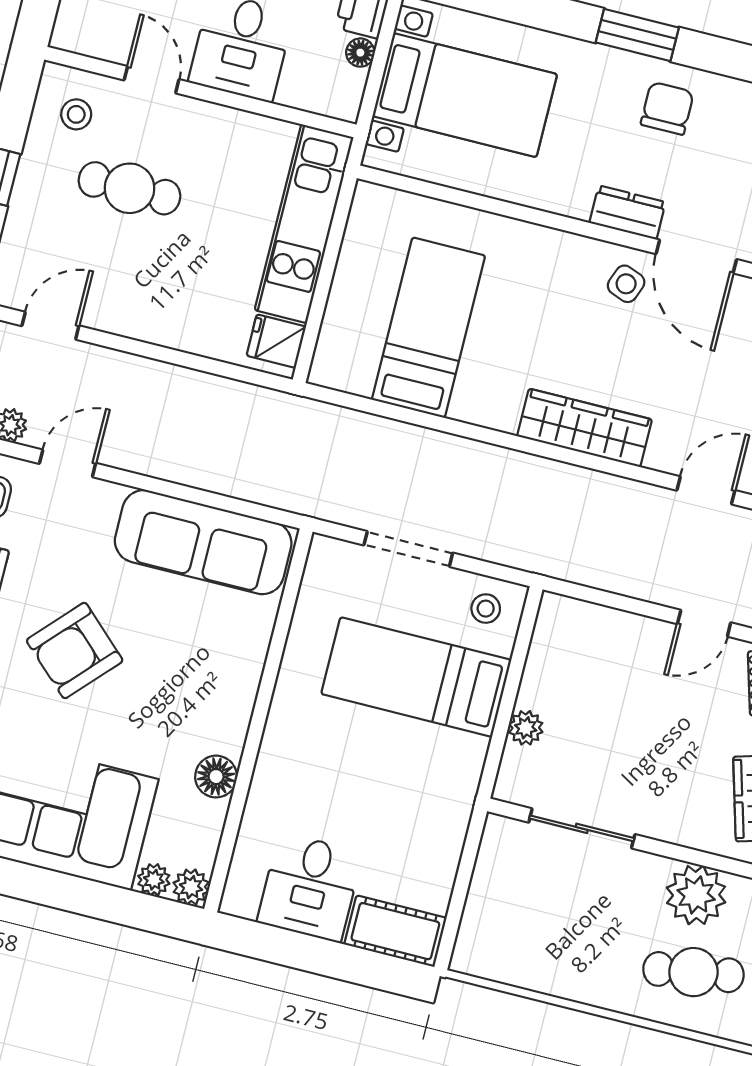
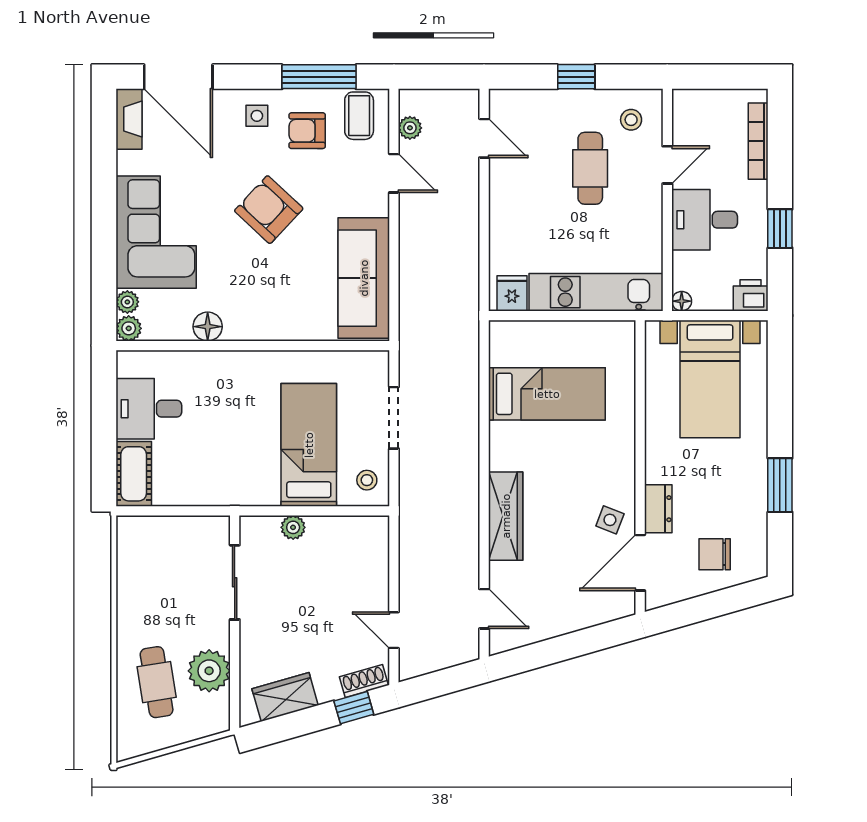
floor lamp: (360, 53) -> (682, 301), moved
chair: (667, 108) -> (715, 554), moved, turned 180

